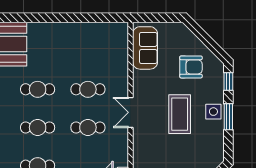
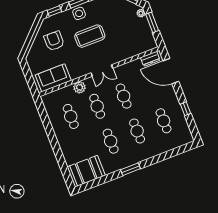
cafe table: (88, 51) -> (71, 116), added
plant: (120, 76) -> (79, 87), added

